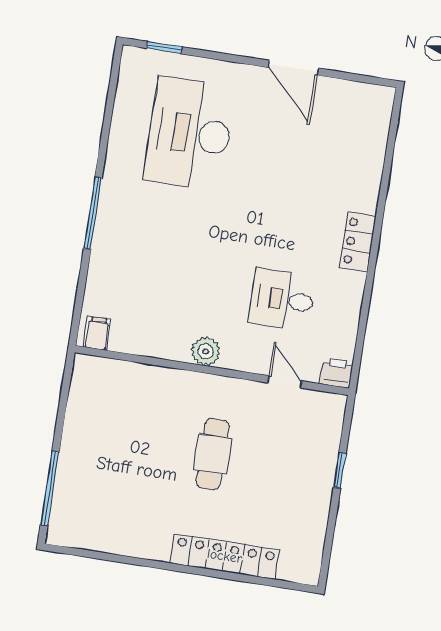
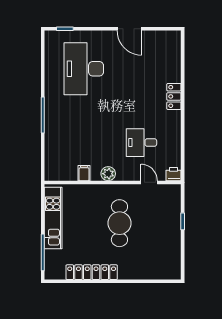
locker: (358, 242) -> (174, 96), moved
filing cabinet: (97, 333) -> (84, 173), moved
kitchen unit: (81, 423) -> (53, 218), added
cafe table: (213, 454) -> (119, 223), width x1.37, depth x1.35
locker: (225, 556) -> (92, 272), moved

